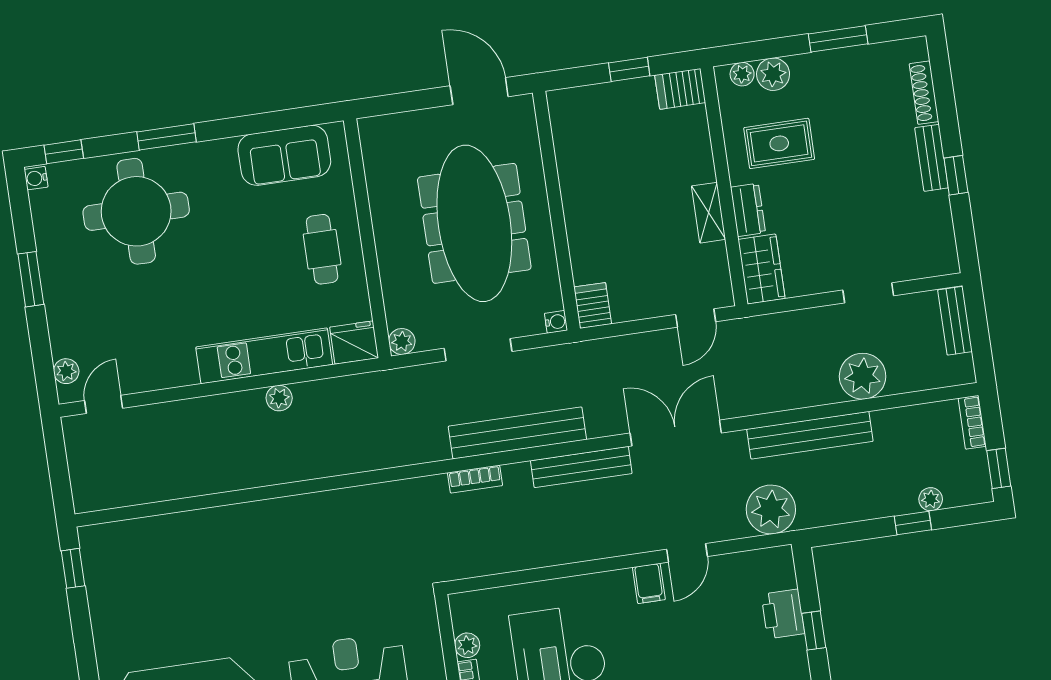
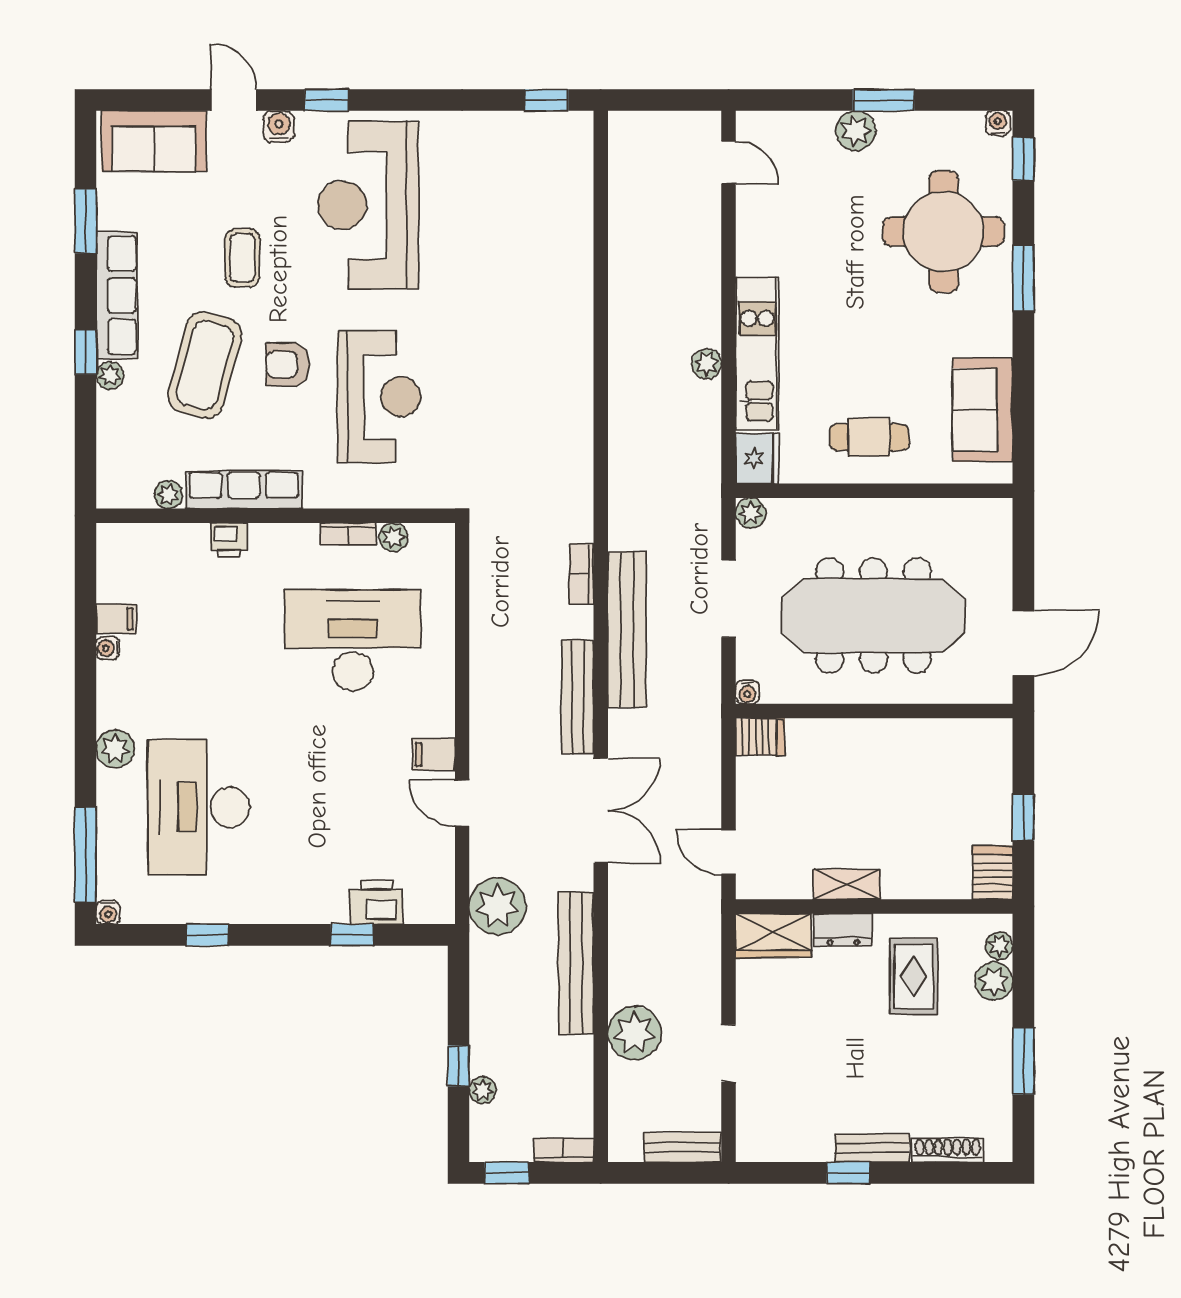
plant: (66, 371) -> (856, 131), moved, width x1.38, depth x1.38

